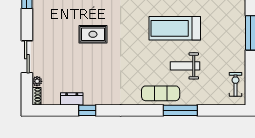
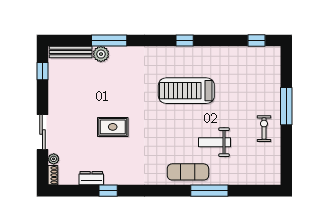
treadmill: (175, 28) -> (186, 91), moved
rug: (93, 34) -> (113, 127), moved
exercise bike: (235, 84) -> (264, 129), moved

